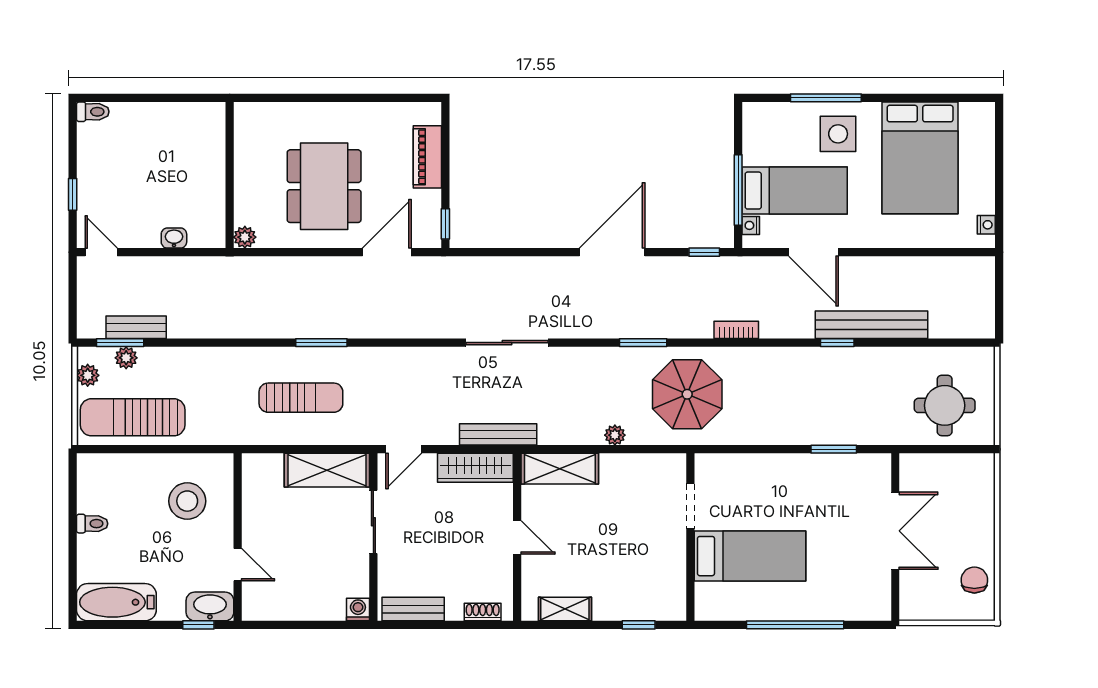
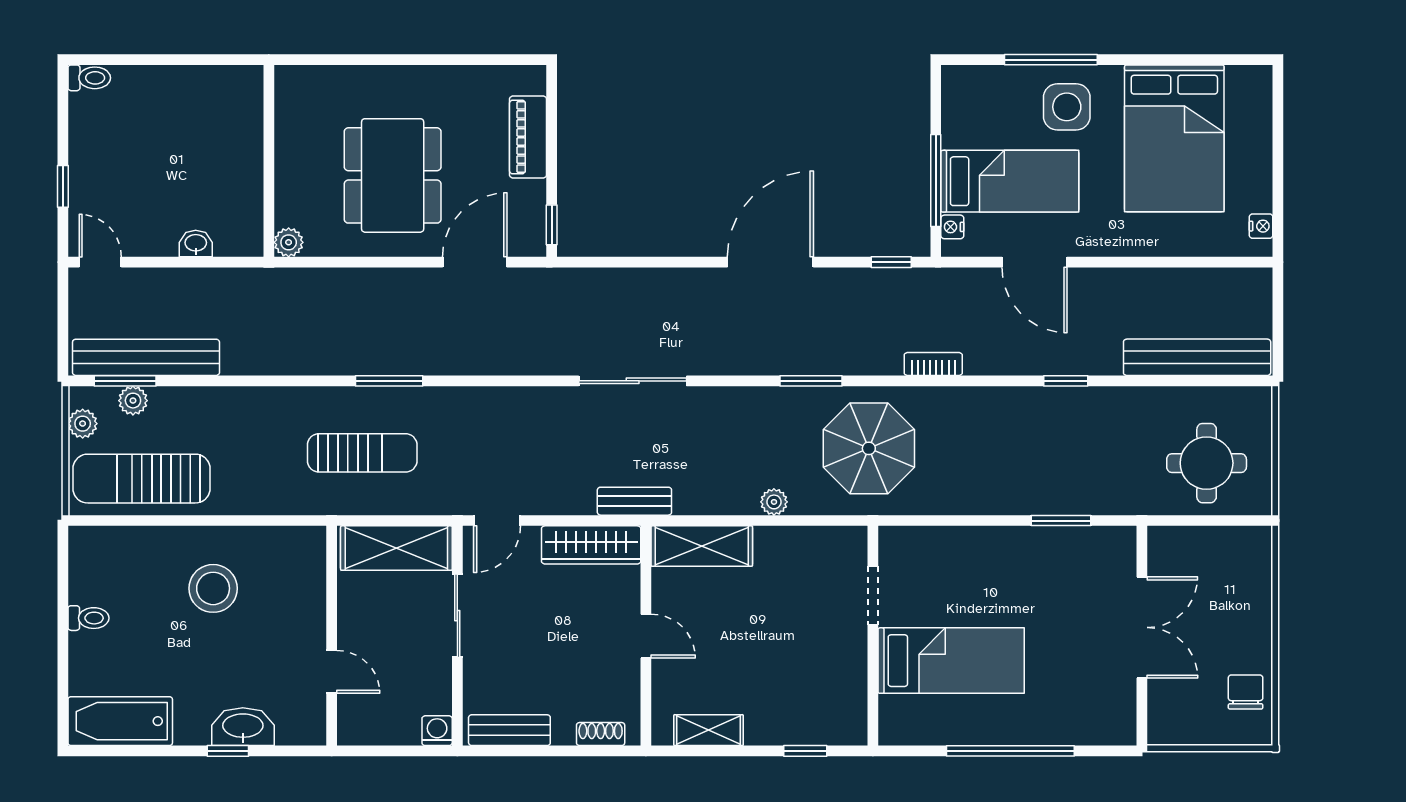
bench: (872, 325) -> (1197, 357), moved
bench: (136, 327) -> (146, 357), width x1.86, depth x1.21
bench: (498, 434) -> (634, 501), width x0.73
wall: (238, 537) -> (332, 636), moved
door: (238, 565) -> (332, 672), moved

